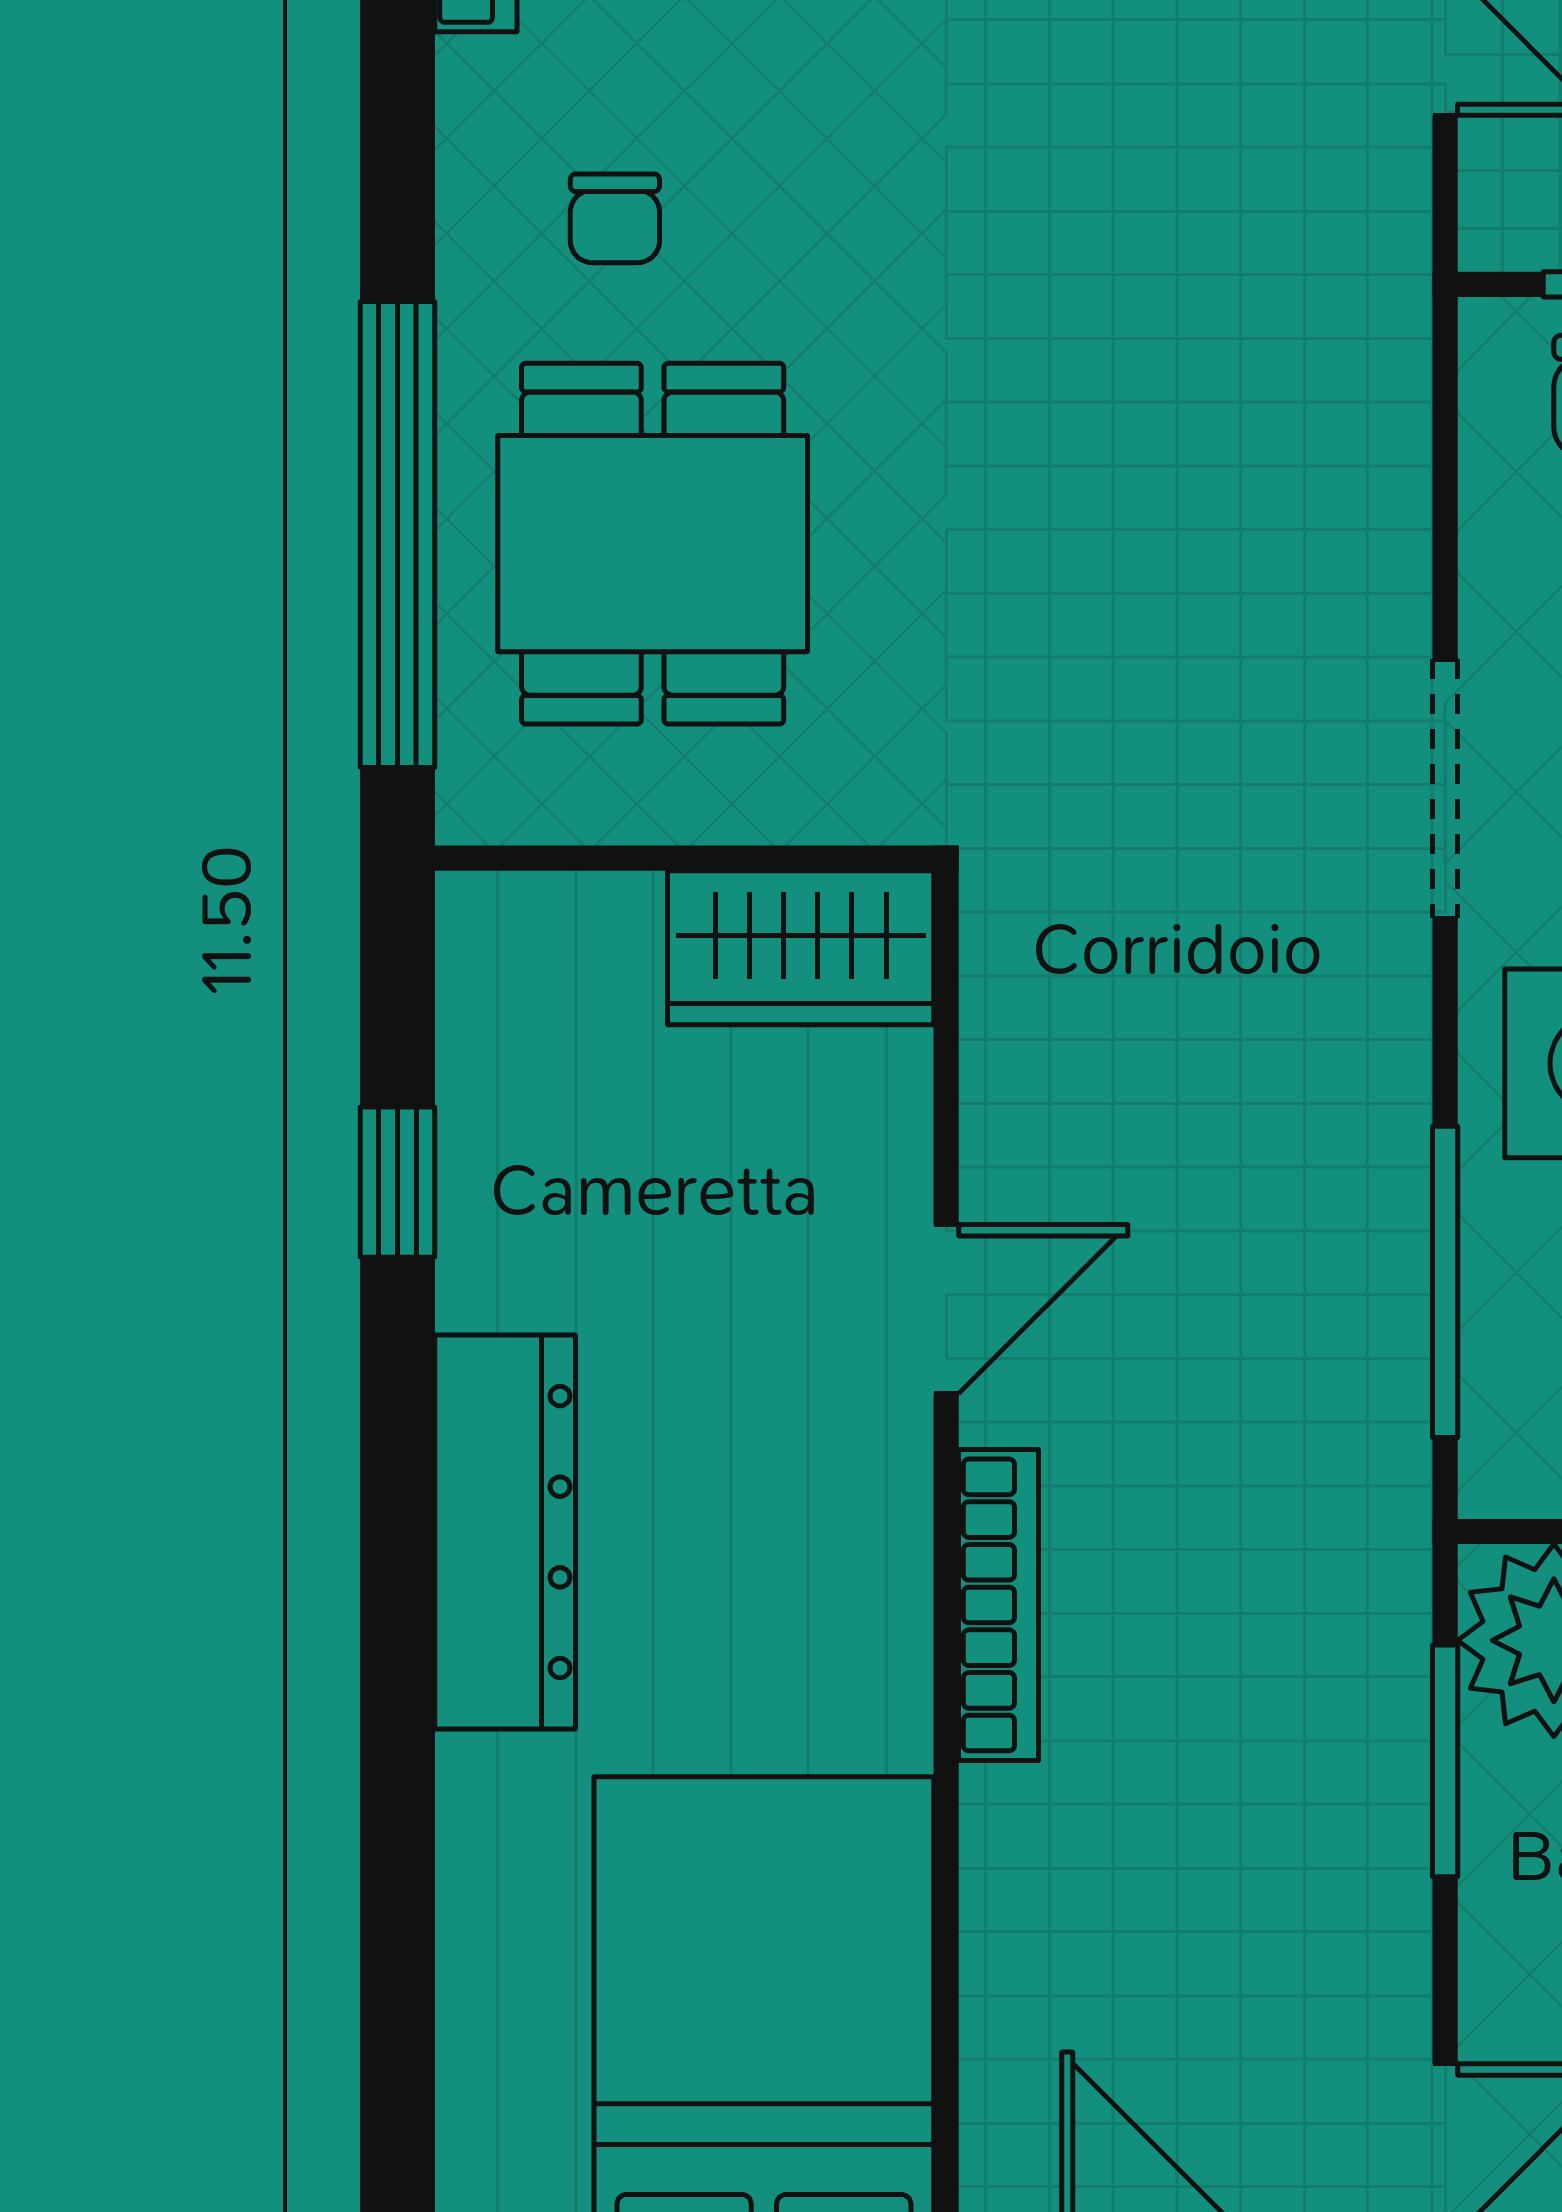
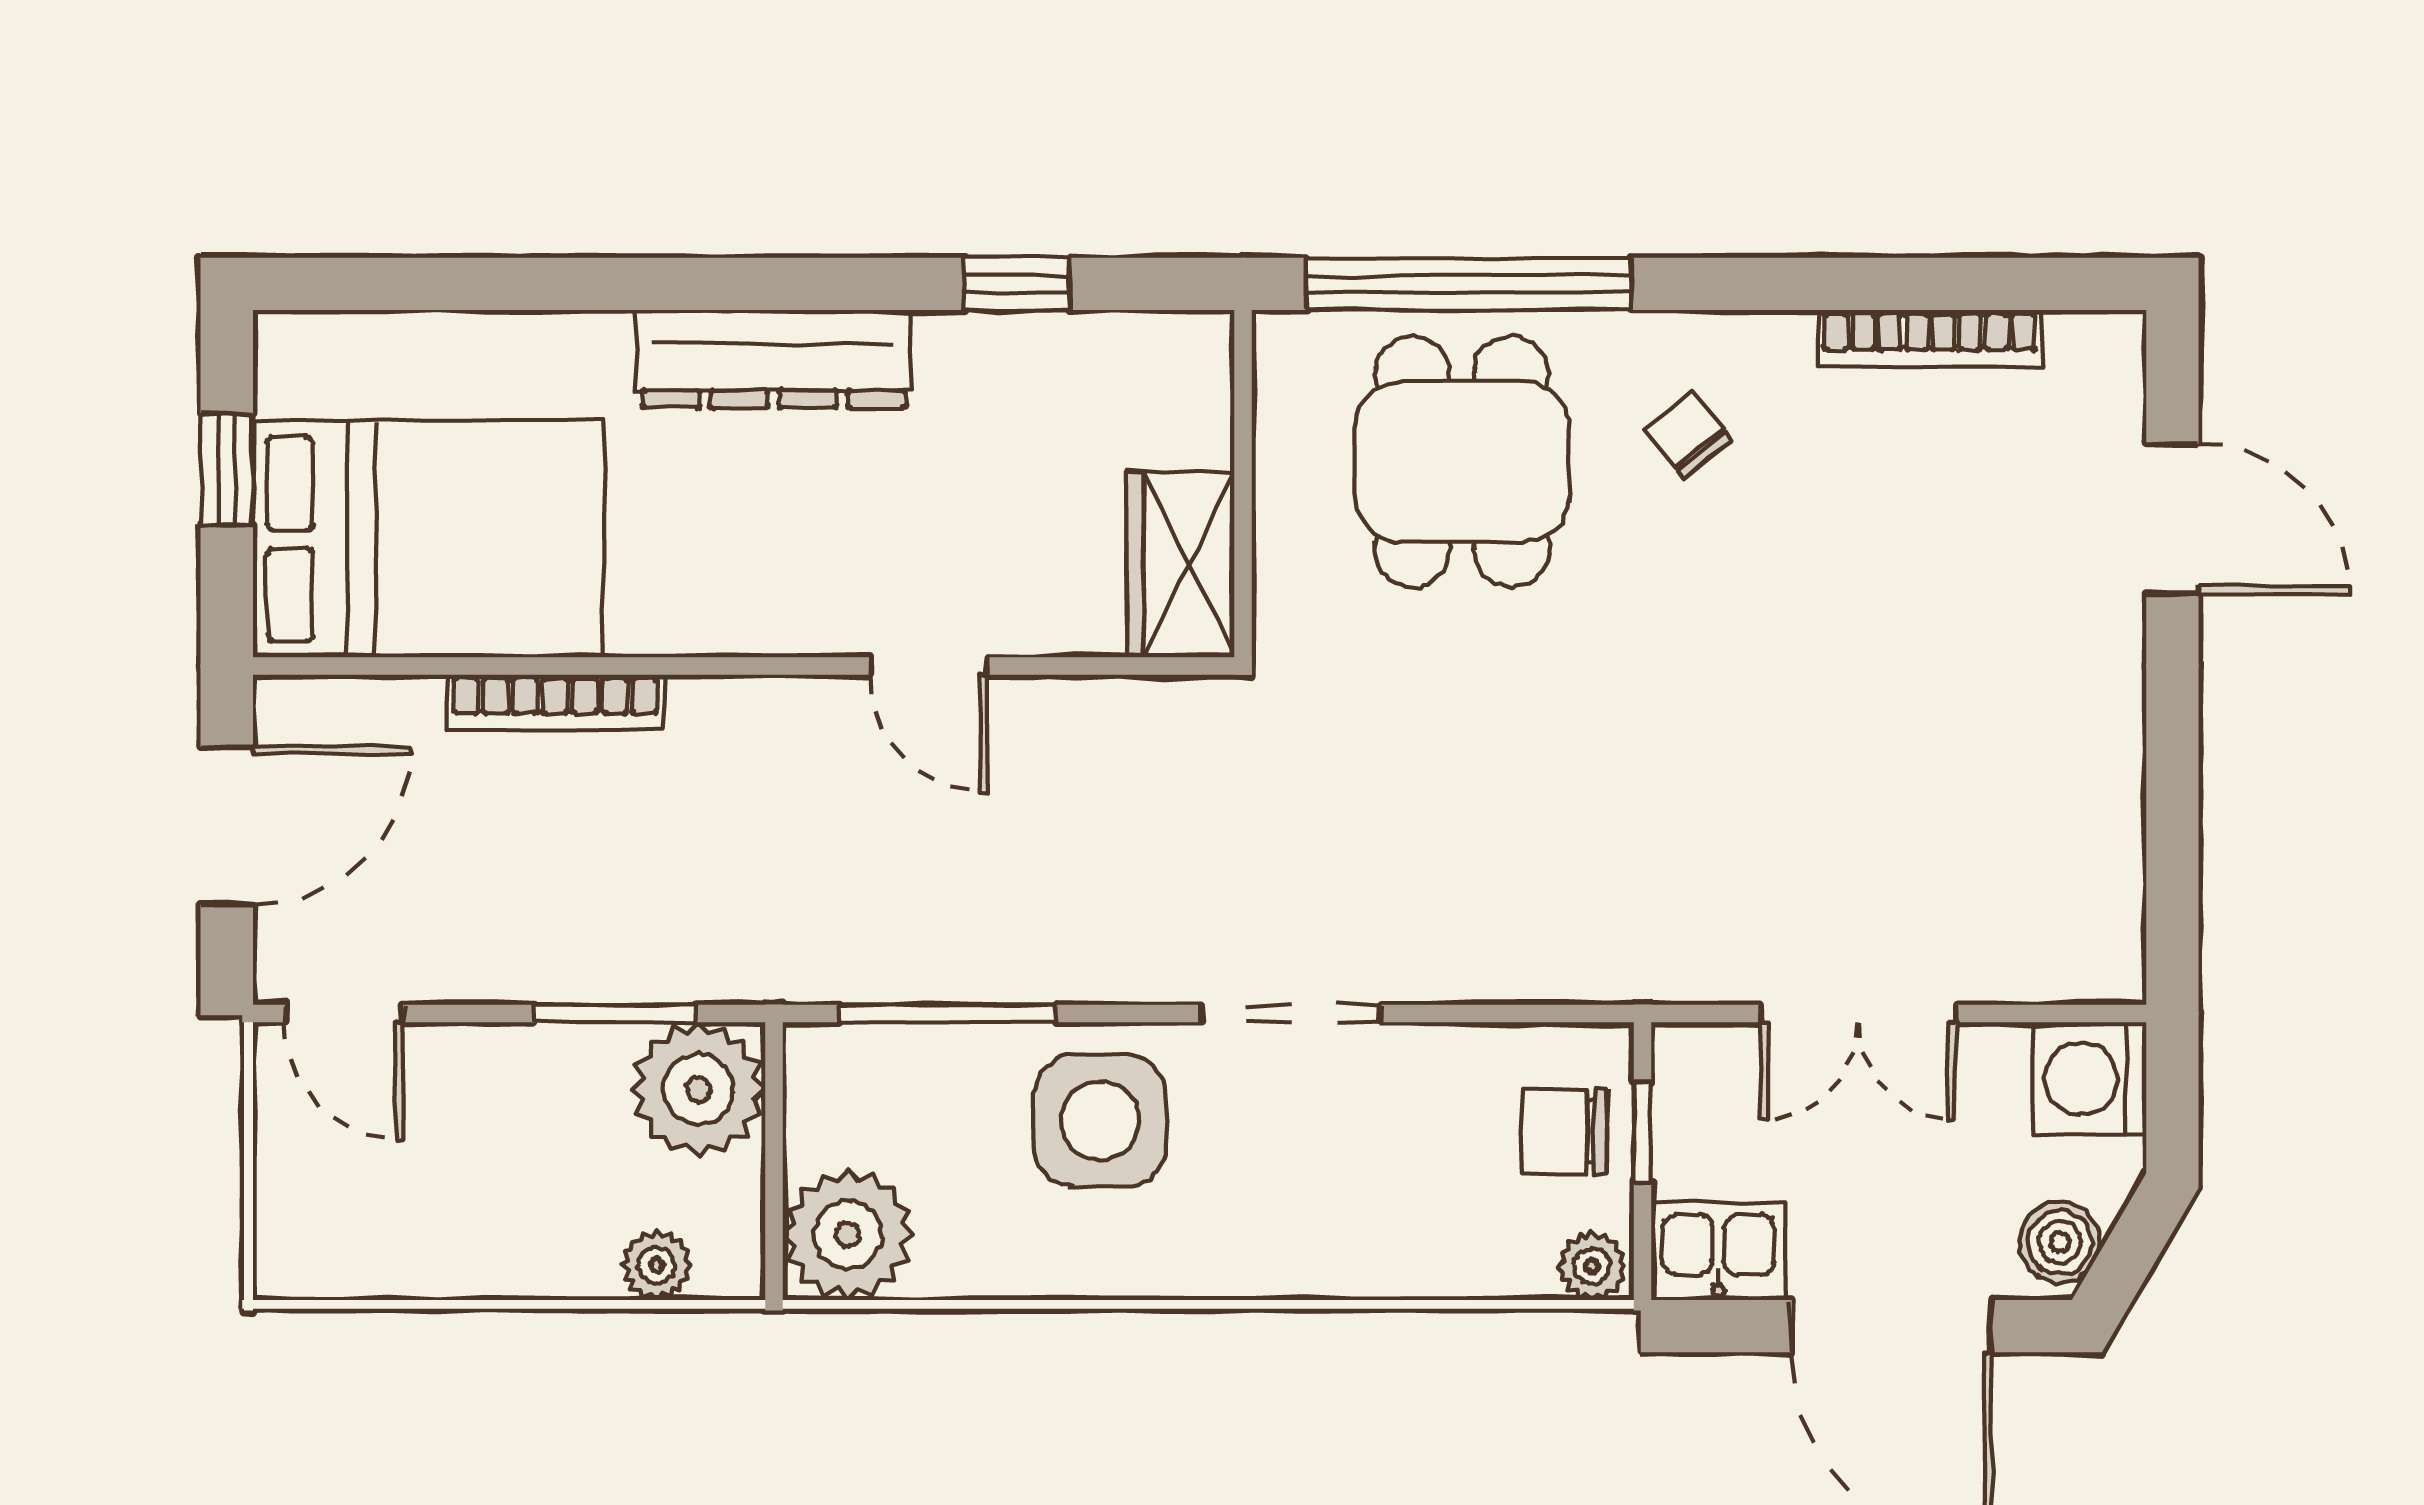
chair: (615, 218) -> (1688, 435), turned 52
dining table: (653, 544) -> (1462, 462), turned 90
bookcase: (999, 1605) -> (555, 702), moved

